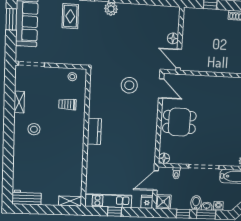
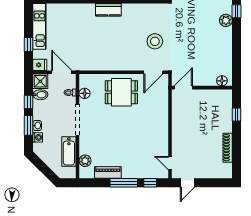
floor lamp: (173, 38) -> (222, 81), moved
dining table: (179, 122) -> (121, 92), turned 90
floor lamp: (164, 158) -> (85, 93), moved
bidet: (196, 203) -> (40, 95), moved
window: (114, 212) -> (29, 44), moved

